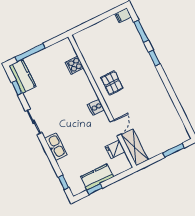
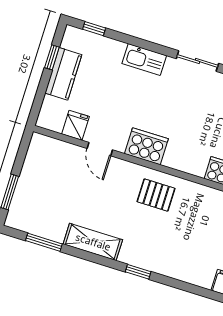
window: (141, 31) -> (44, 242), moved
cooker: (96, 107) -> (146, 146), width x1.87, depth x1.31
shelving: (135, 147) -> (93, 242), moved

